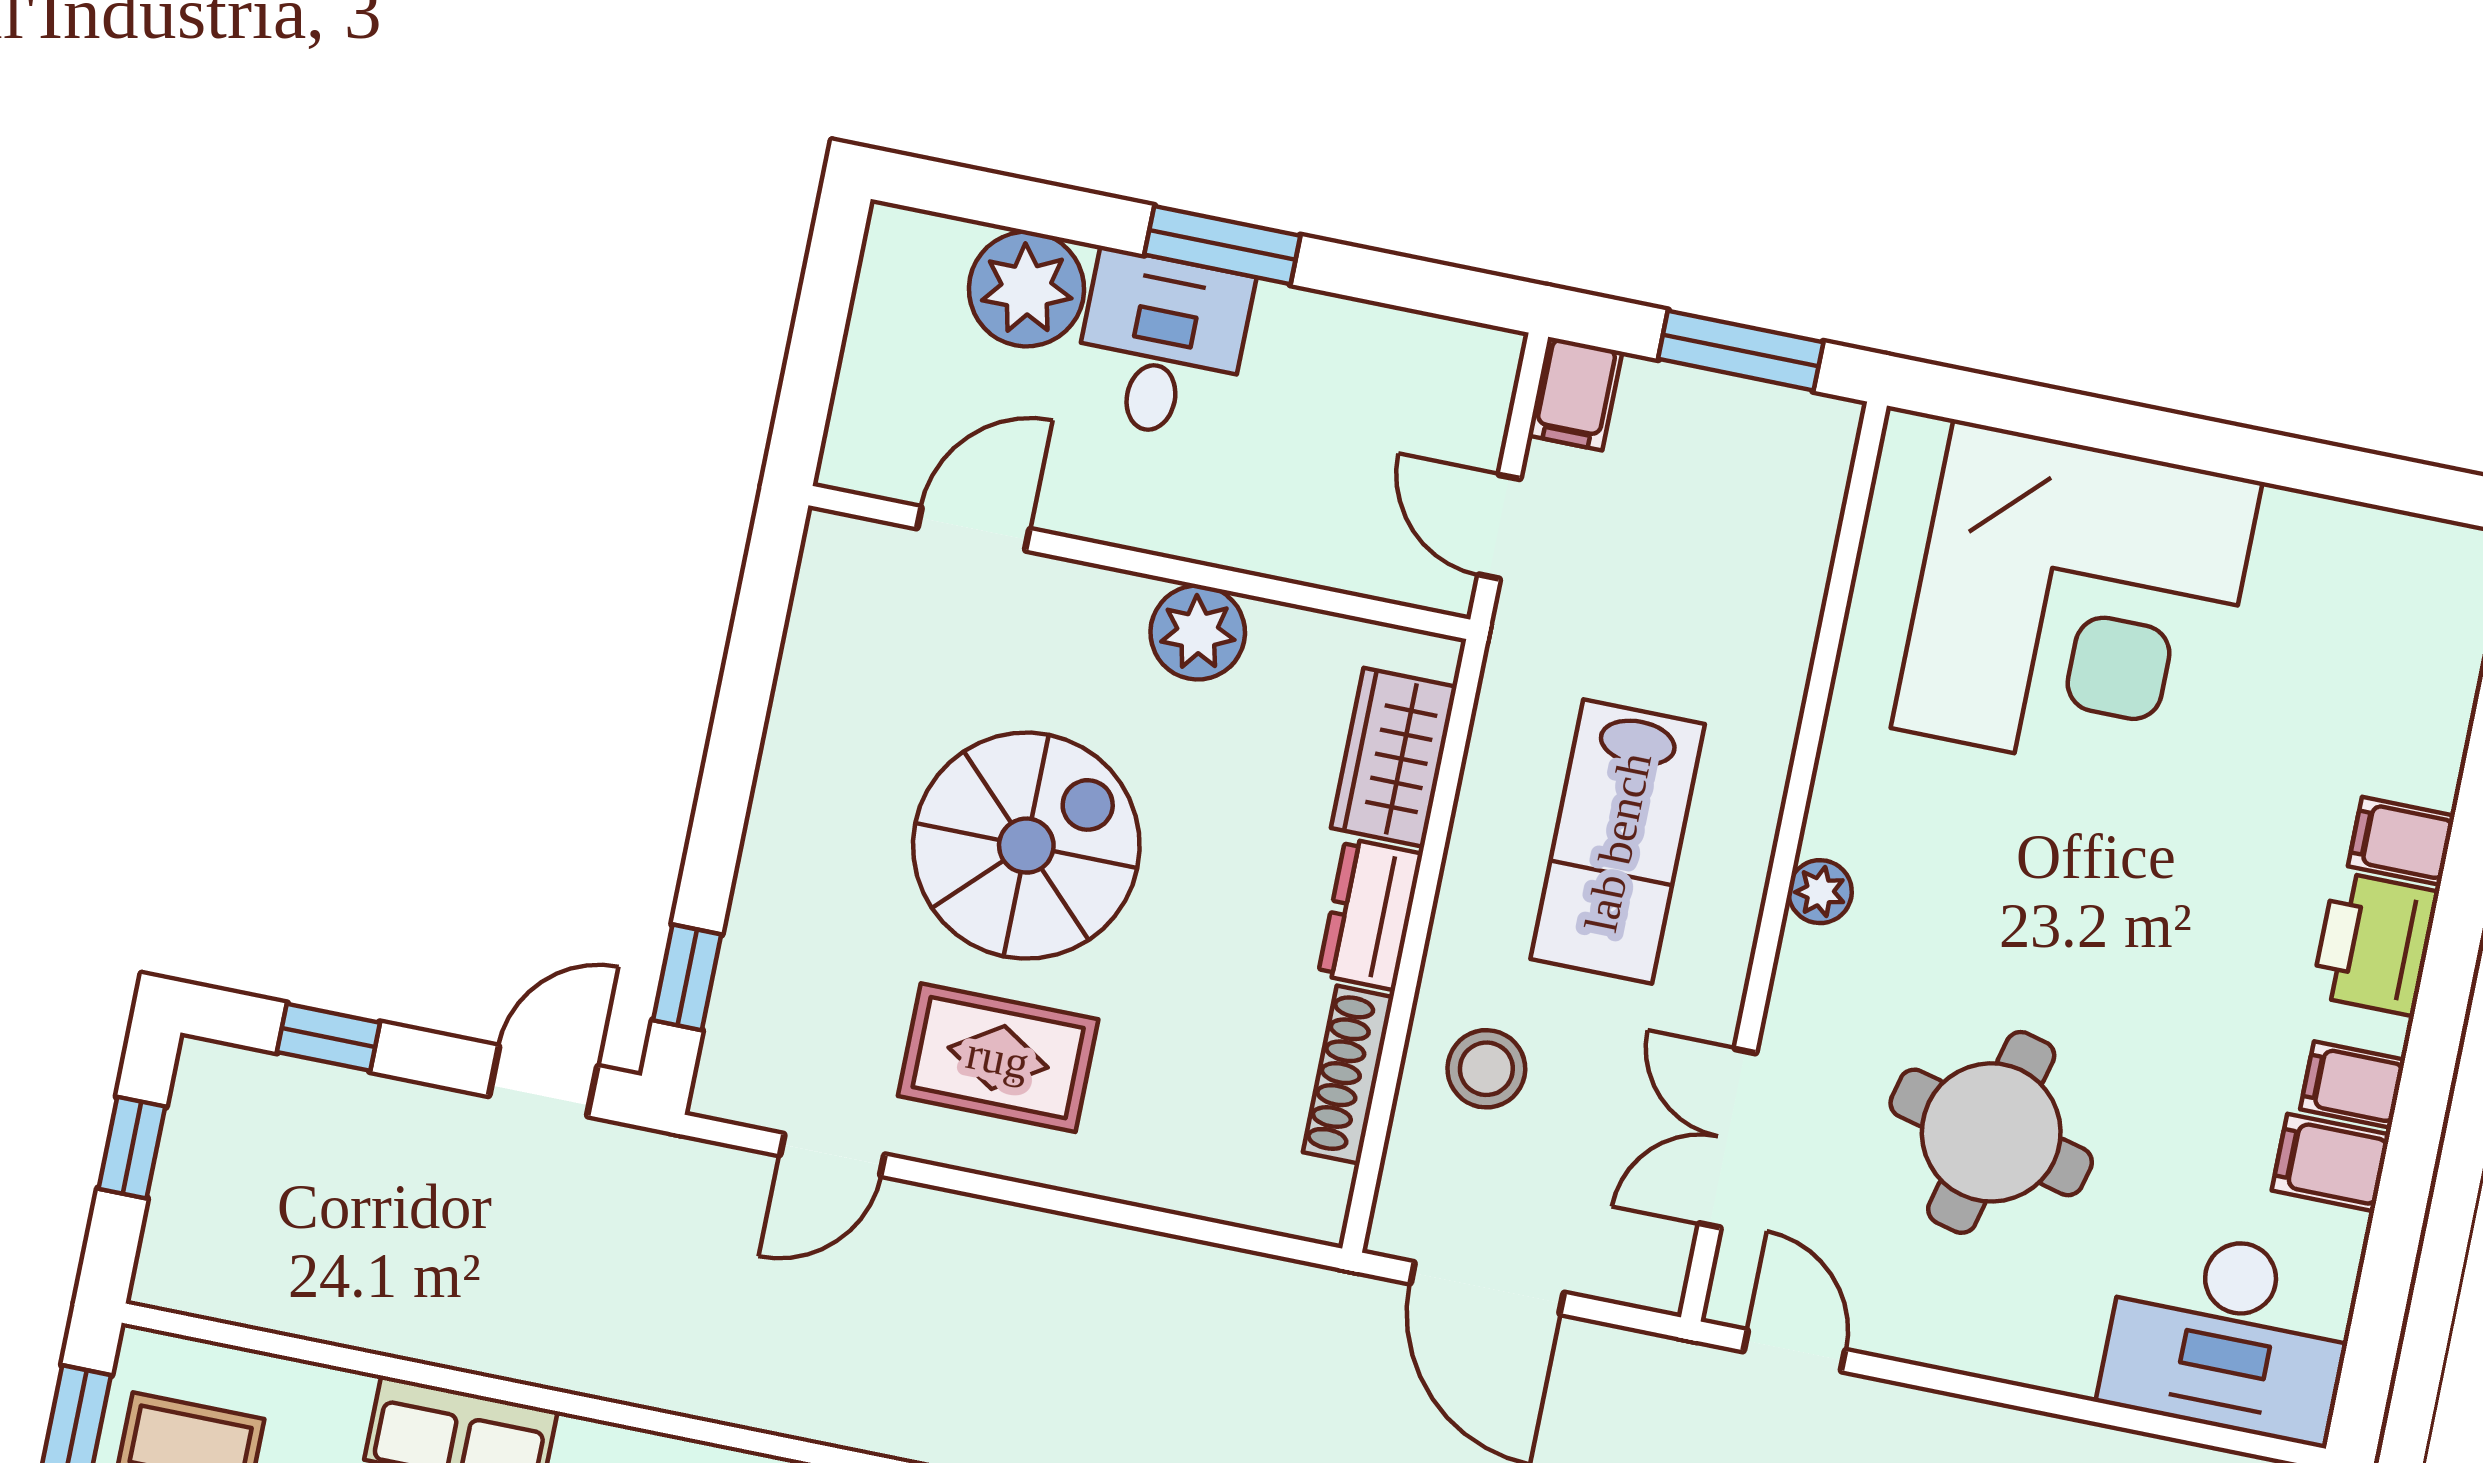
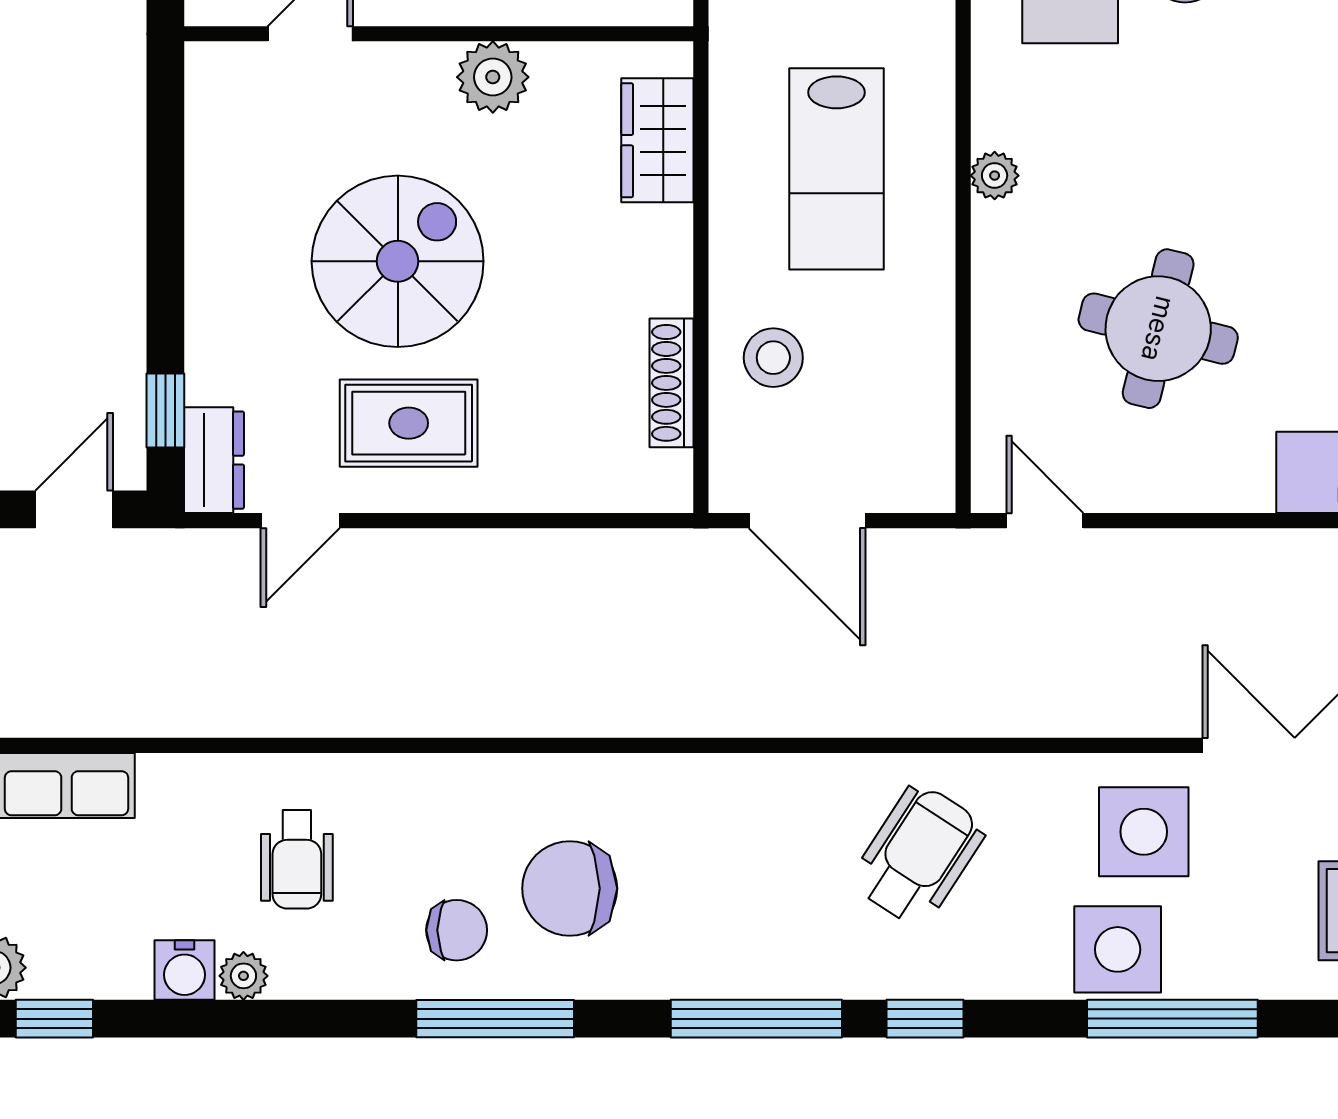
dresser: (1370, 914) -> (214, 460), moved, turned 180
double door: (1728, 1138) -> (963, 373), removed

